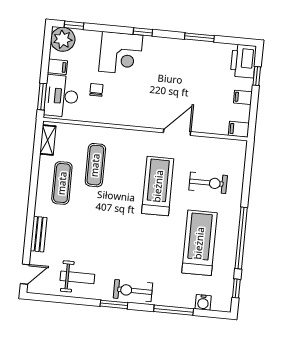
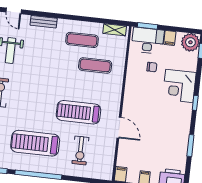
treadmill: (158, 186) -> (78, 112), turned 180
treadmill: (199, 243) -> (35, 143), turned 180

